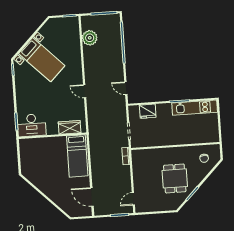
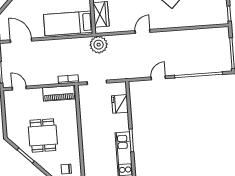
plant: (90, 38) -> (99, 45), moved
door: (126, 88) -> (158, 78), moved
piano: (138, 164) -> (59, 93), added
dining table: (175, 178) -> (43, 135), turned 90
door: (92, 197) -> (21, 40), hinge flipped

